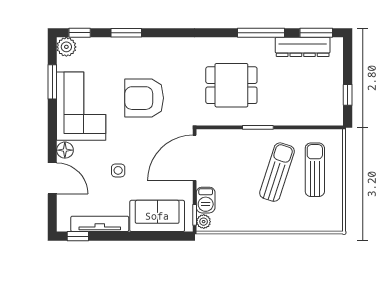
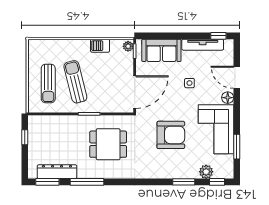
plant: (66, 47) -> (206, 172), moved
sun lounger: (277, 172) -> (75, 82), turned 148
barbecue: (206, 200) -> (100, 46), moved, turned -90

